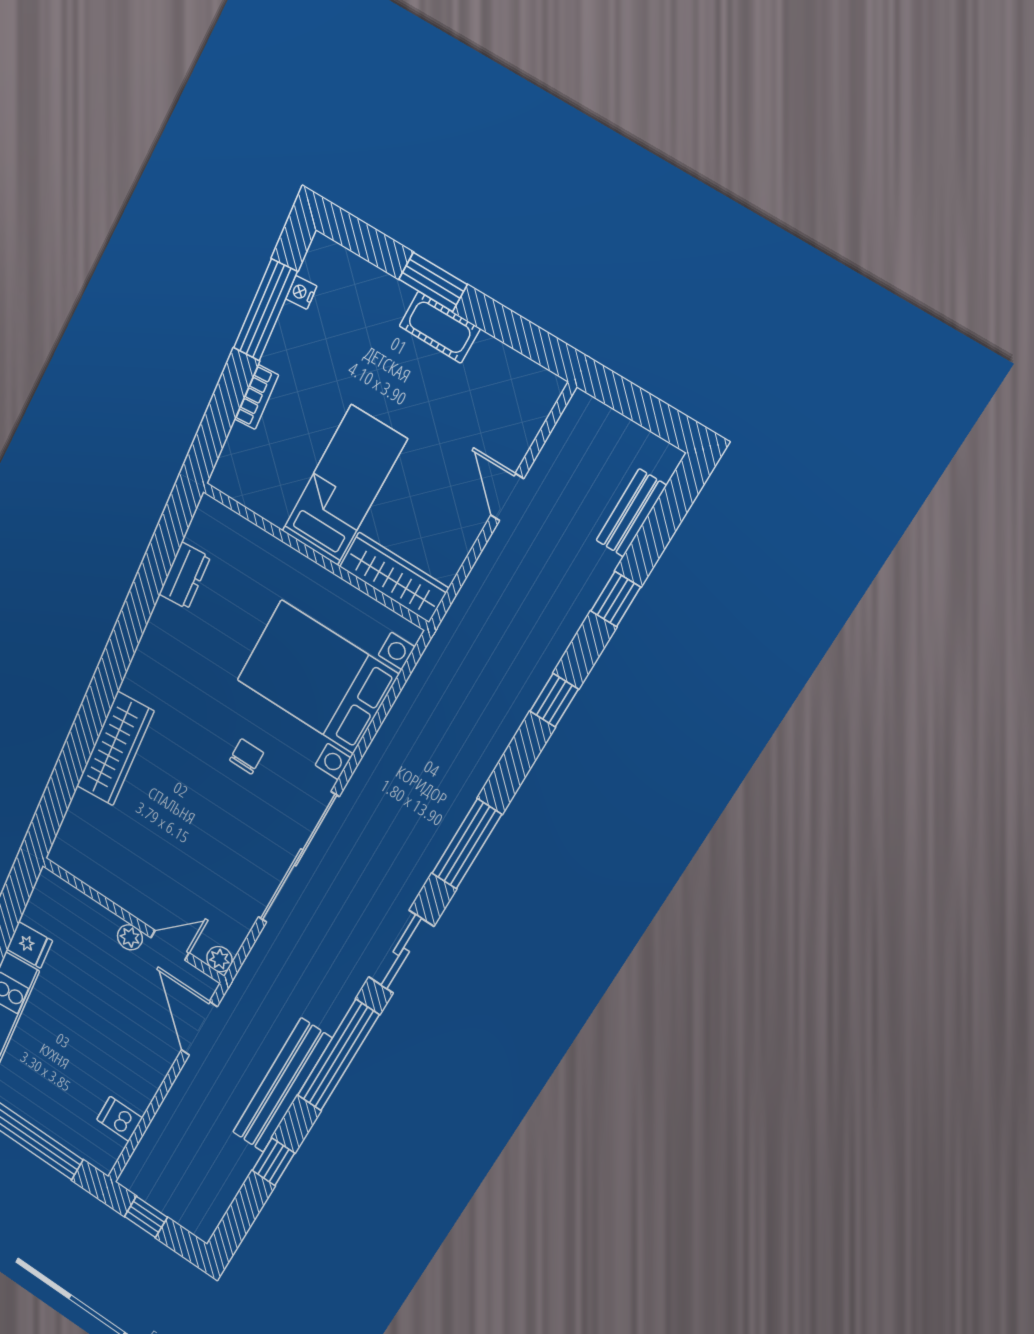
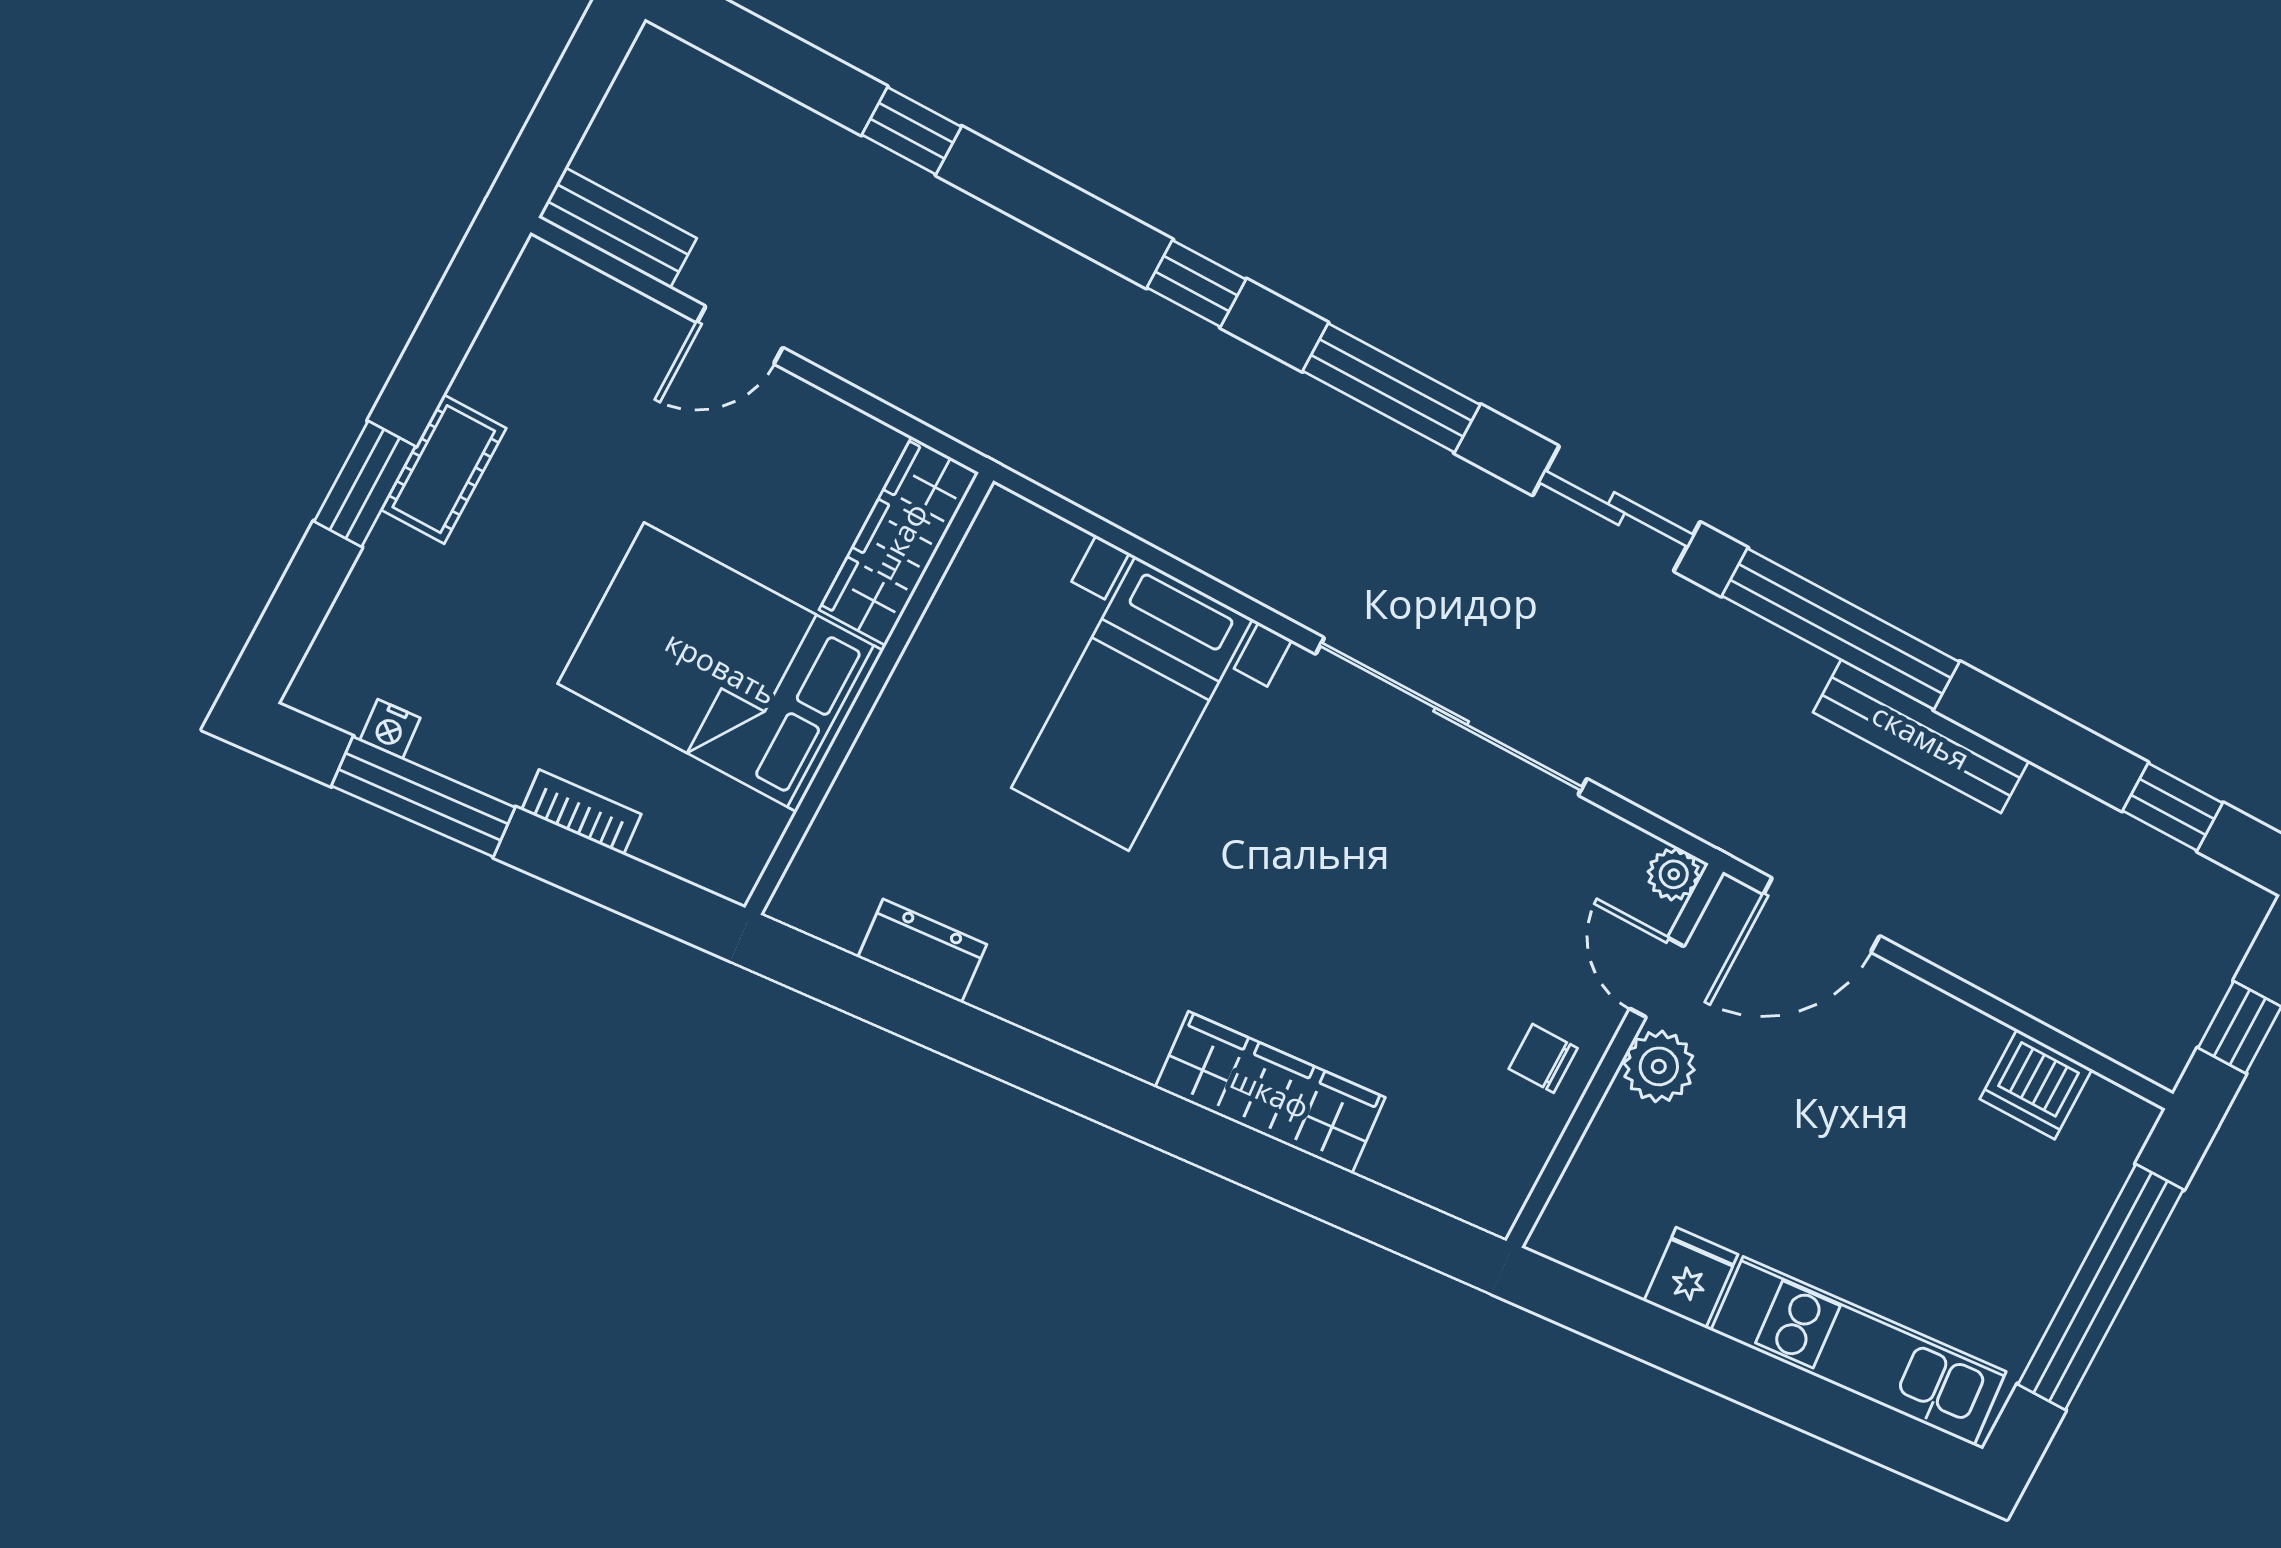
bed: (344, 485) -> (721, 667), width x1.50
bench: (631, 513) -> (617, 228), moved
bed with nightstands: (318, 677) -> (1132, 704), width x0.73
window: (554, 700) -> (1196, 283), moved
chair: (247, 756) -> (1543, 1058), moved
plant: (130, 937) -> (1659, 1066), width x1.38, depth x1.38
bench: (282, 1085) -> (1921, 736), width x0.73, depth x0.82
dishwasher: (120, 1119) -> (2036, 1084), width x1.38
window: (273, 1162) -> (2173, 807), moved

